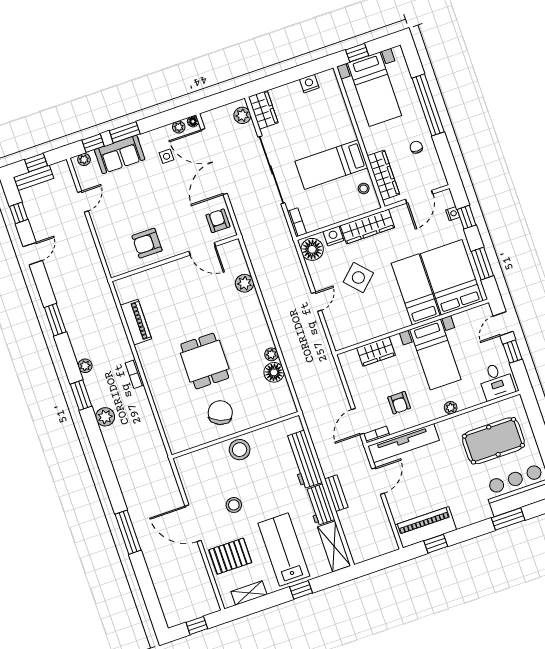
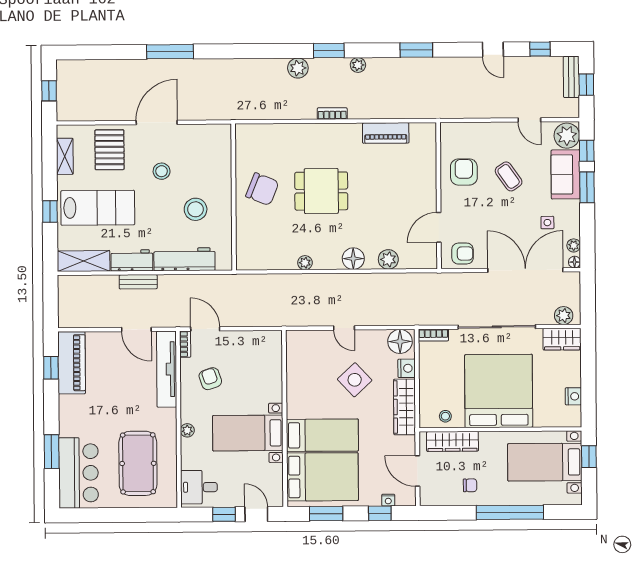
plant: (84, 160) -> (567, 136), width x1.88, depth x1.88
bed: (331, 165) -> (499, 391), width x2.04
coffee table: (138, 203) -> (509, 176), added
wardrobe: (376, 351) -> (272, 372), removed
floor lamp: (274, 372) -> (353, 259), moved
armchair: (399, 403) -> (210, 379), turned 71
stool: (240, 450) -> (196, 209), moved

